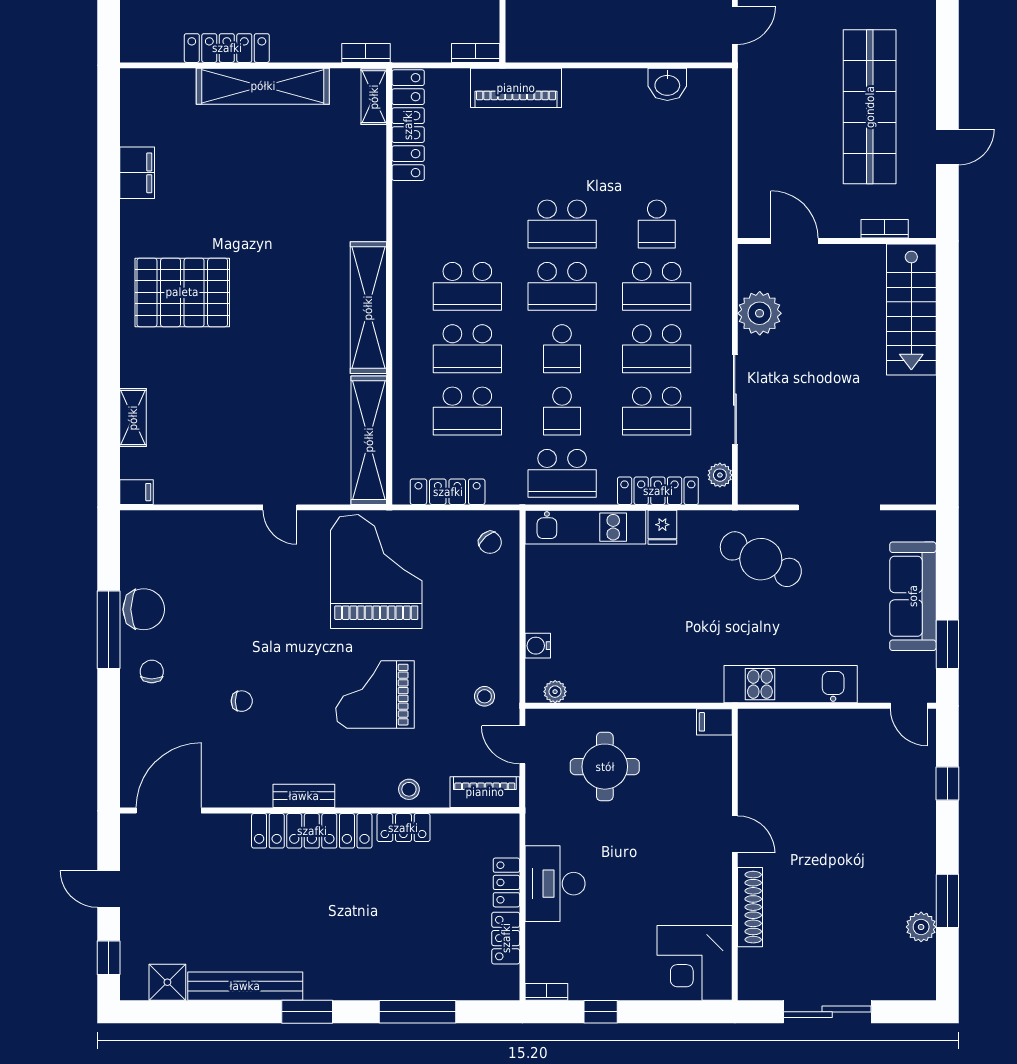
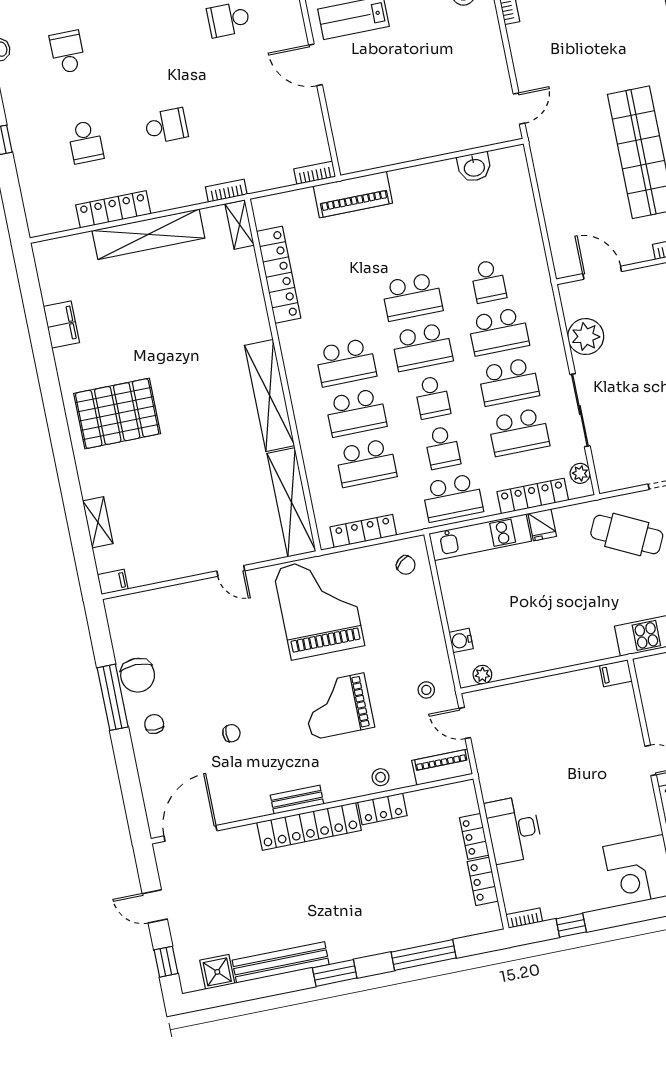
locker: (408, 125) -> (279, 275), moved
chair: (144, 609) -> (138, 675), turned 90
round table: (605, 767) -> (535, 727), removed

